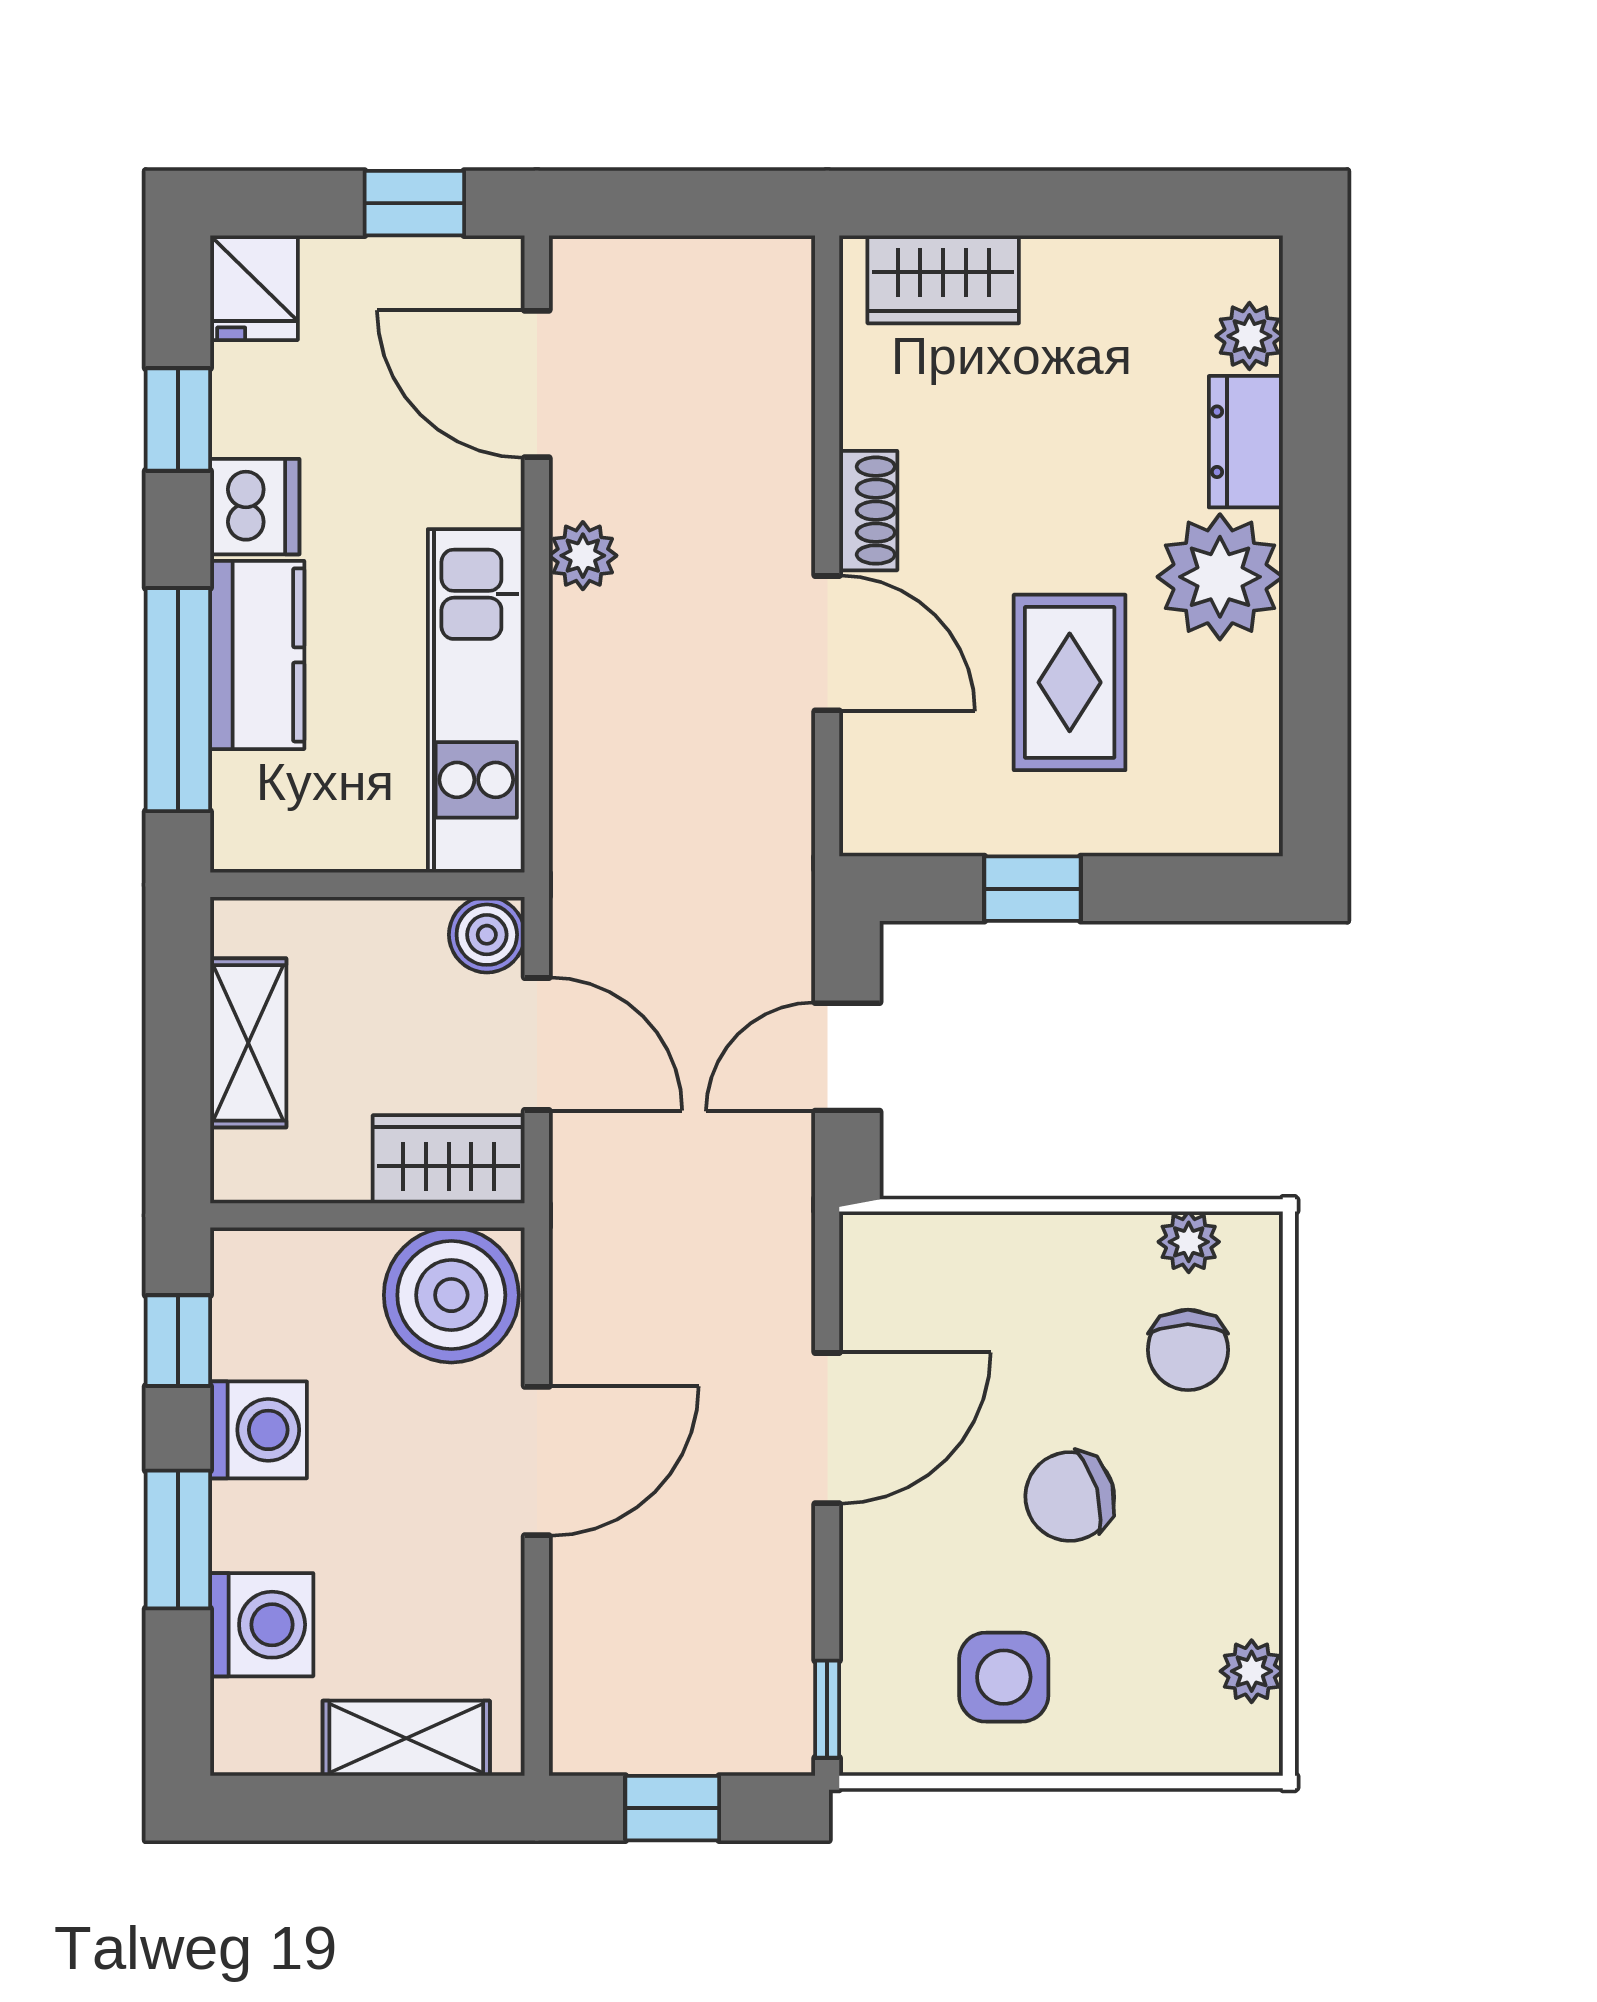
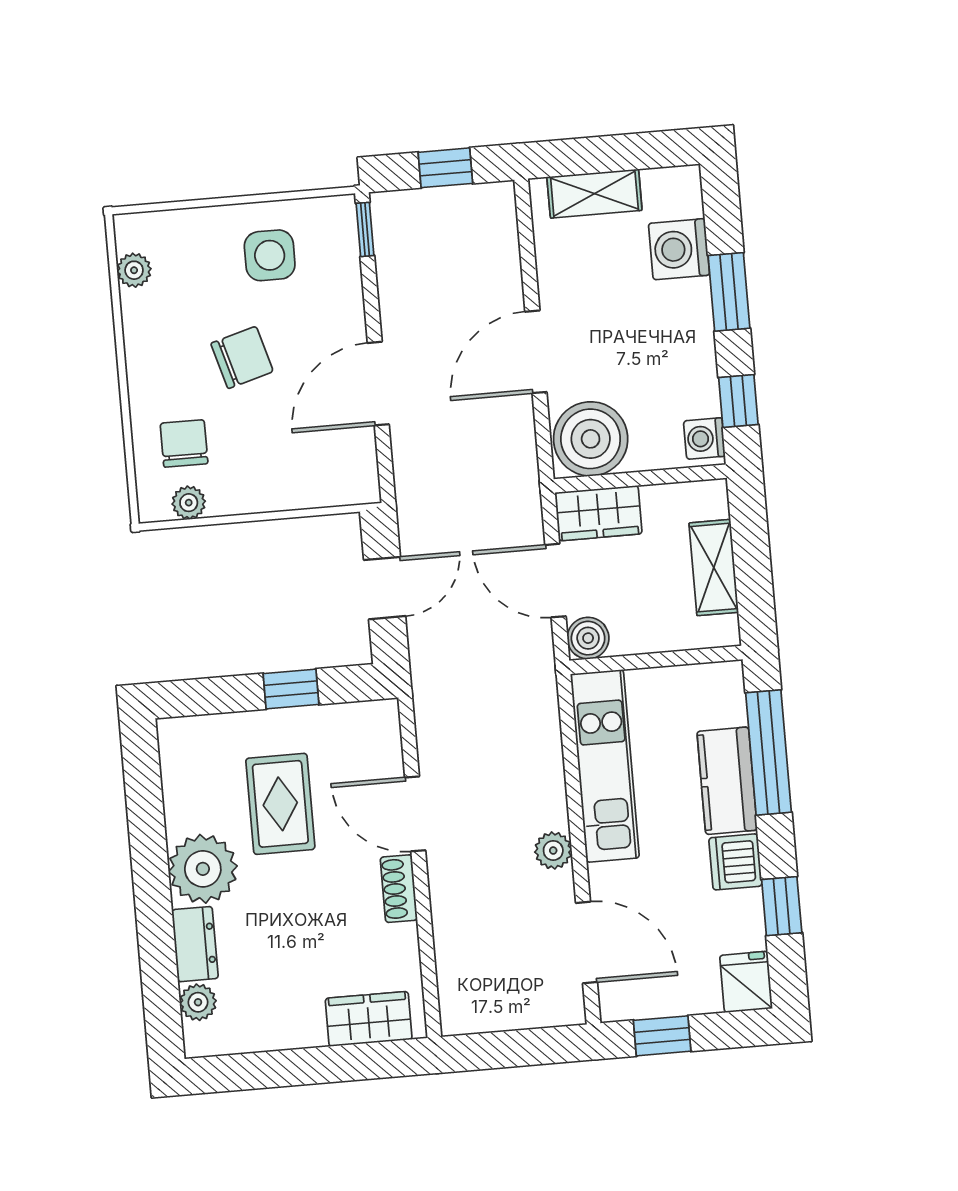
washing machine: (259, 1430) -> (704, 439), moved, width x0.73, depth x0.73

